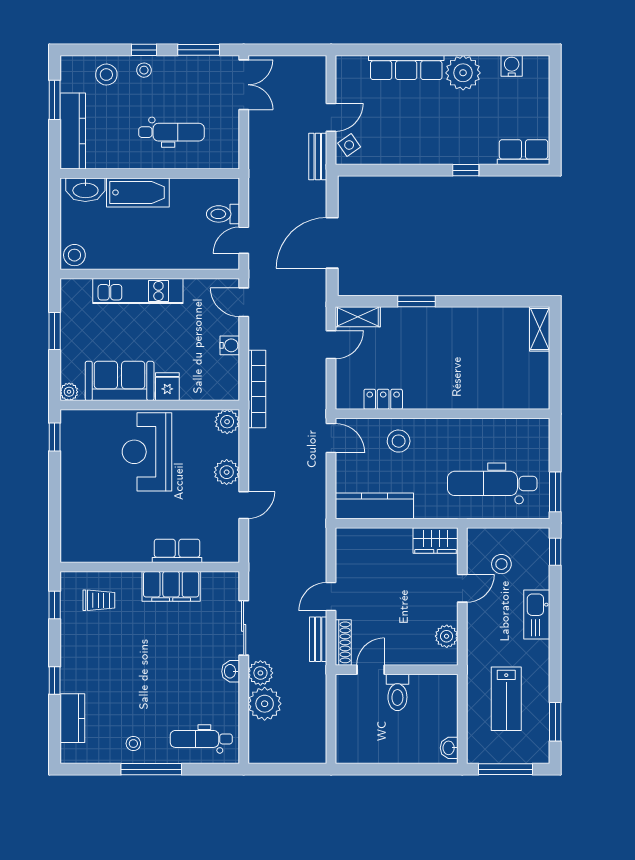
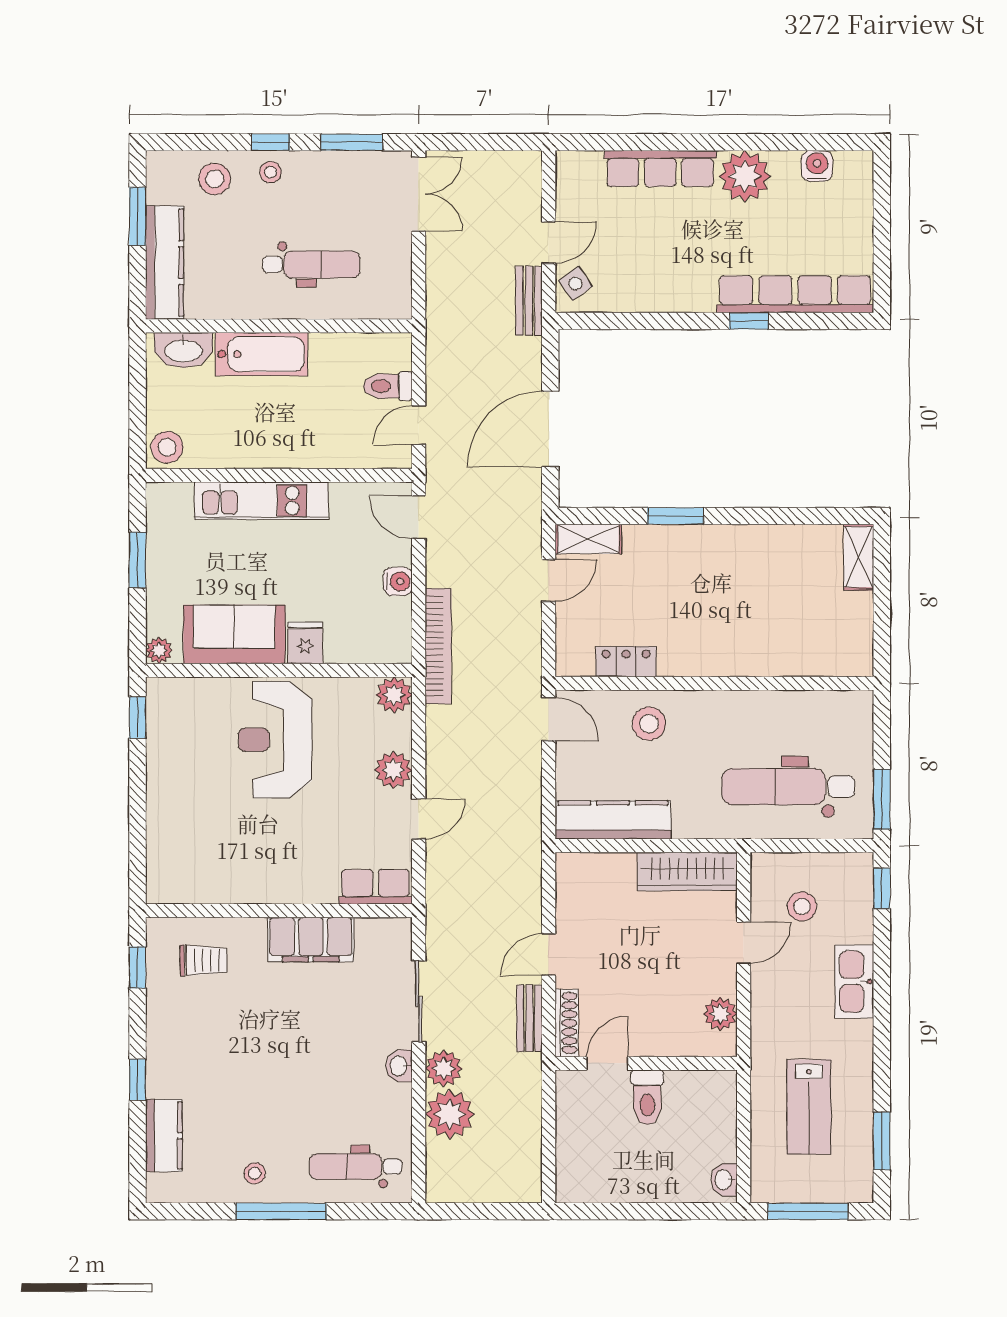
row of seats: (524, 152) -> (795, 294), width x2.02
wardrobe: (436, 541) -> (687, 872), width x1.50
row of seats: (177, 551) -> (376, 887), moved

